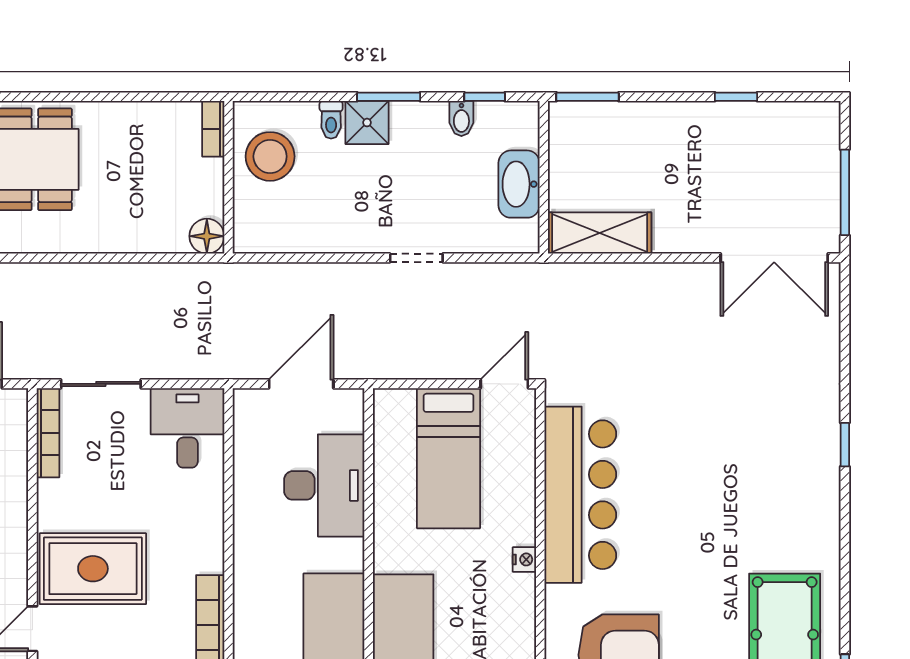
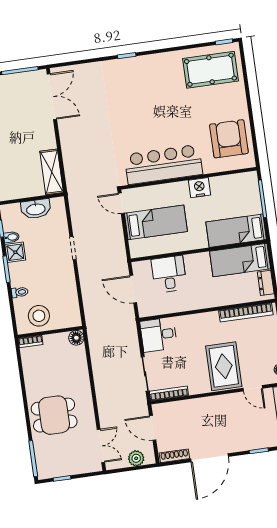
shower: (367, 123) -> (15, 252), moved
desk: (324, 485) -> (169, 274), width x0.73
nightstand: (524, 559) -> (199, 188), width x1.89, depth x1.79

